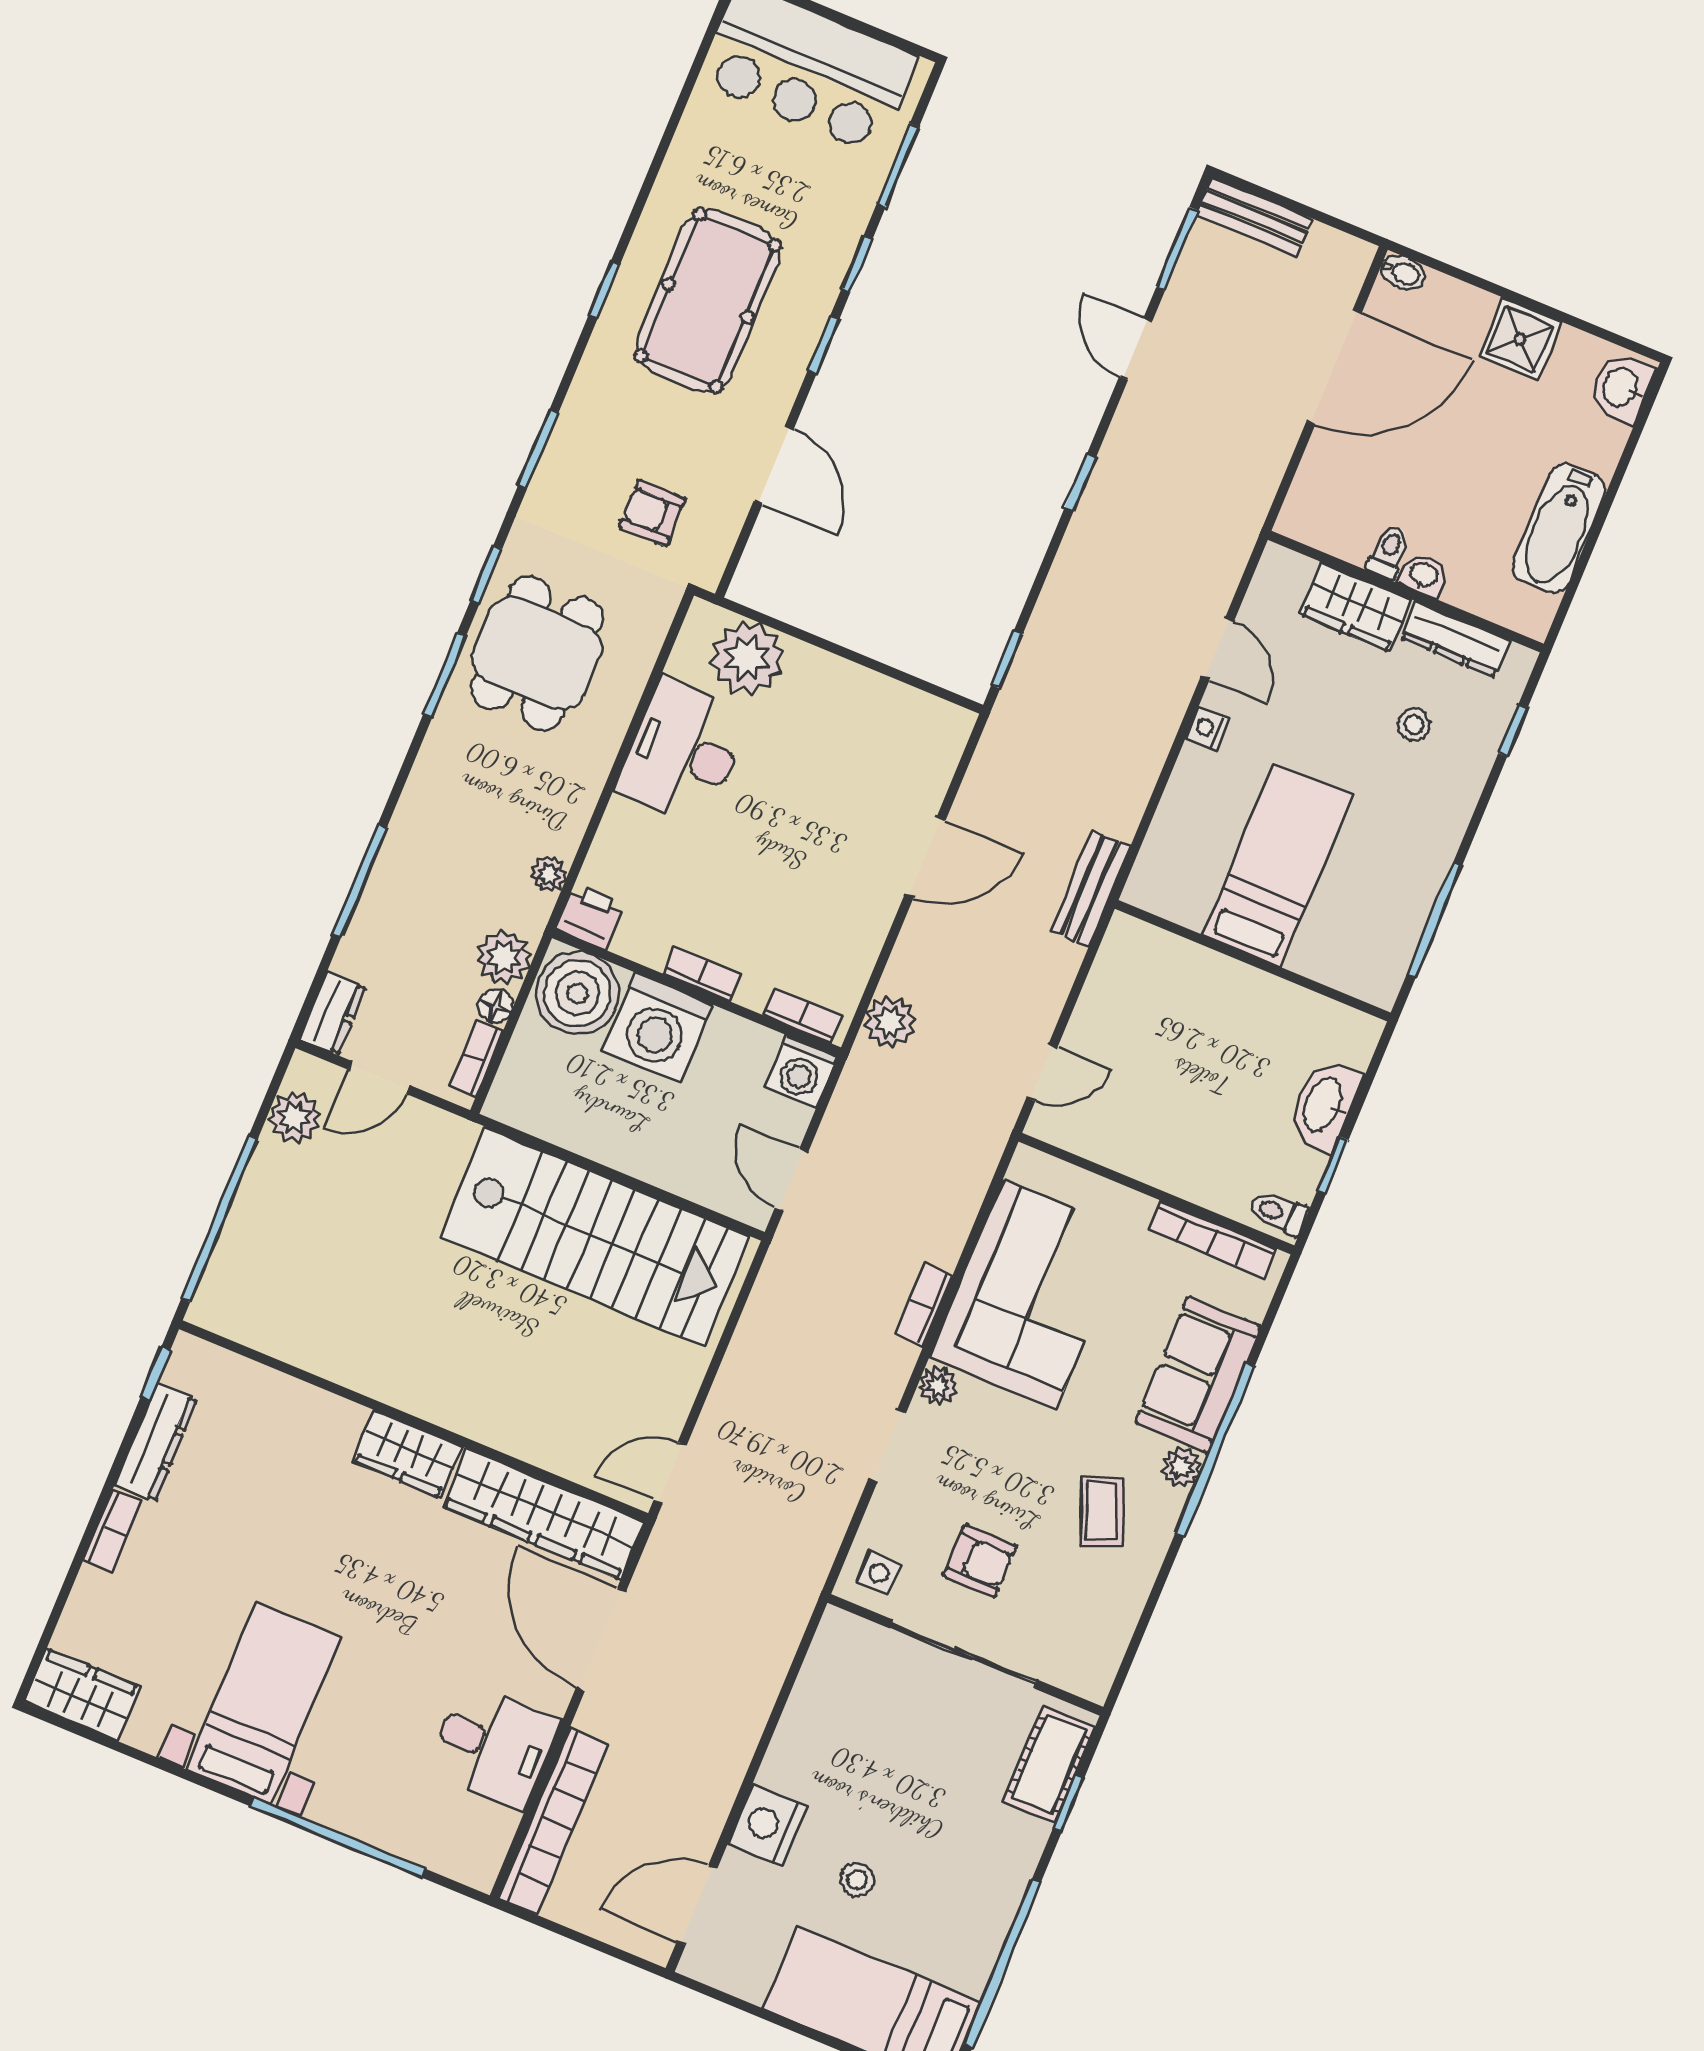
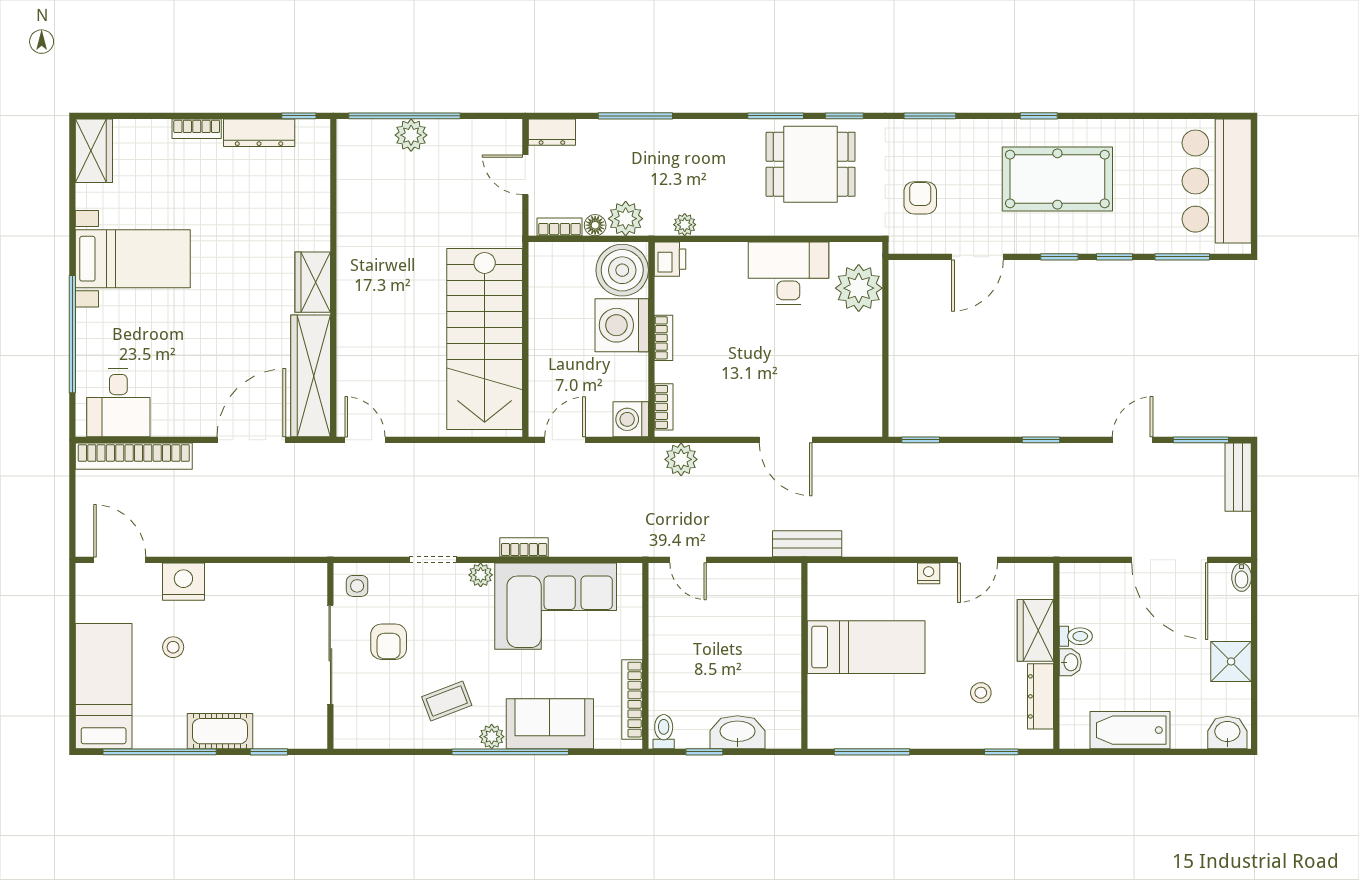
plant: (295, 1117) -> (411, 135), moved
desk: (493, 1746) -> (118, 403), moved
cot: (1049, 1764) -> (220, 731), moved

